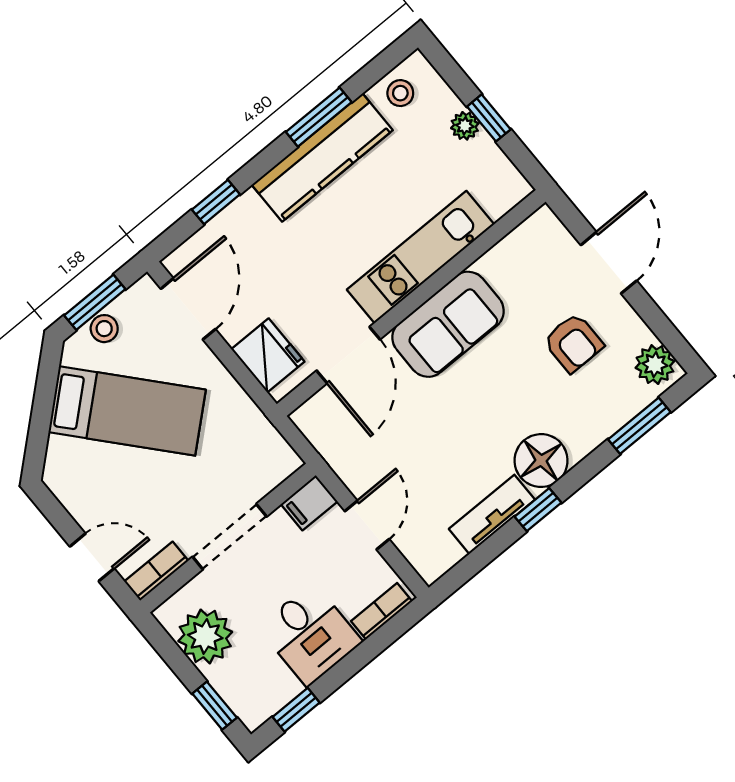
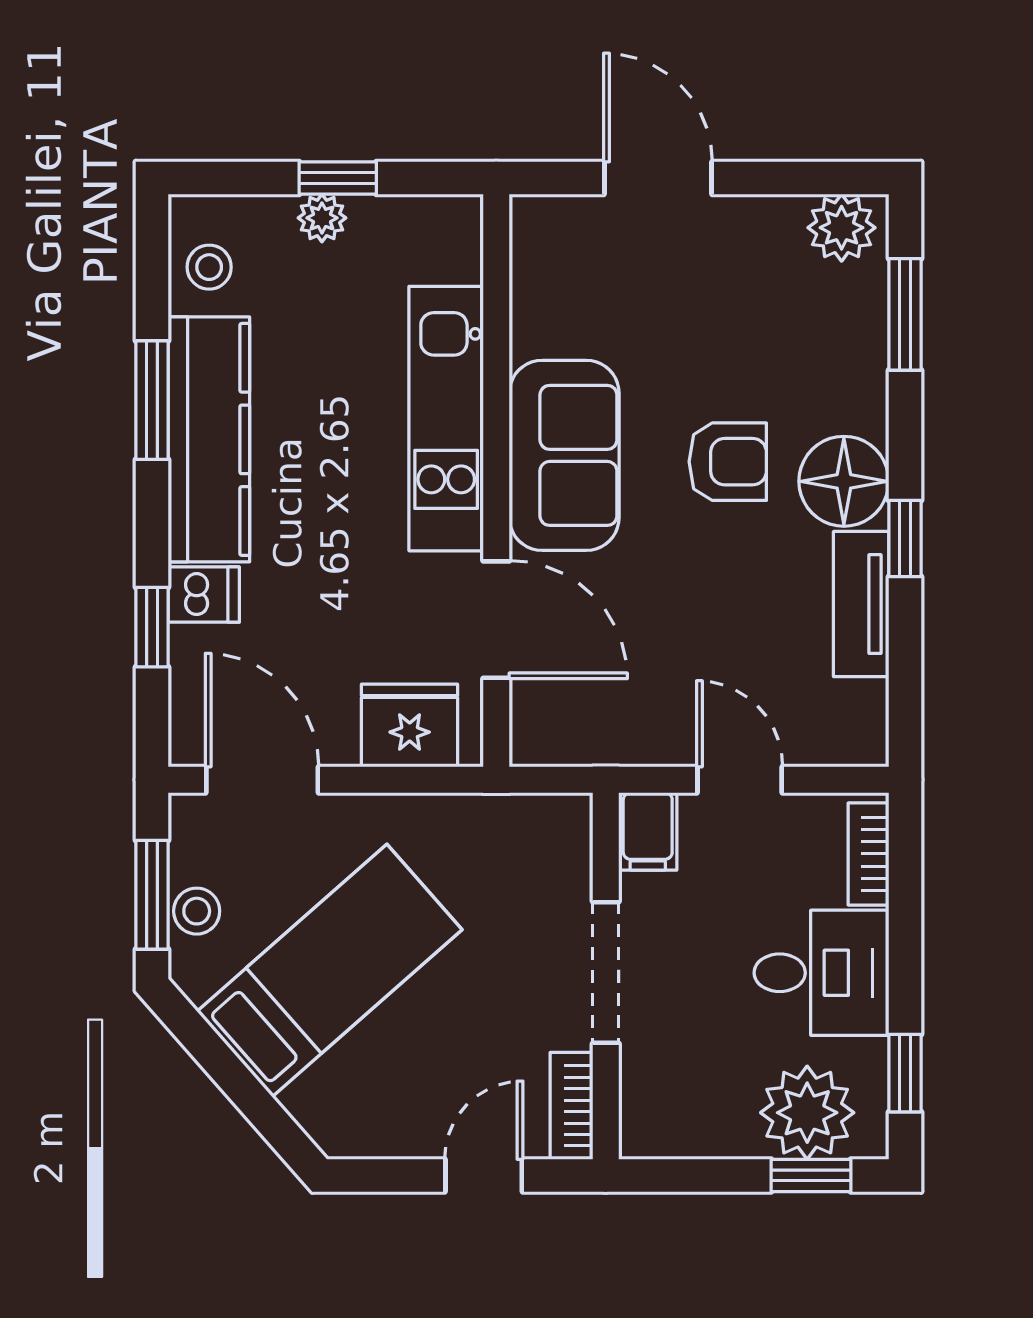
dishwasher: (250, 213) -> (204, 595), added
armchair: (573, 343) -> (728, 462), moved
plant: (205, 636) -> (807, 1113), moved

